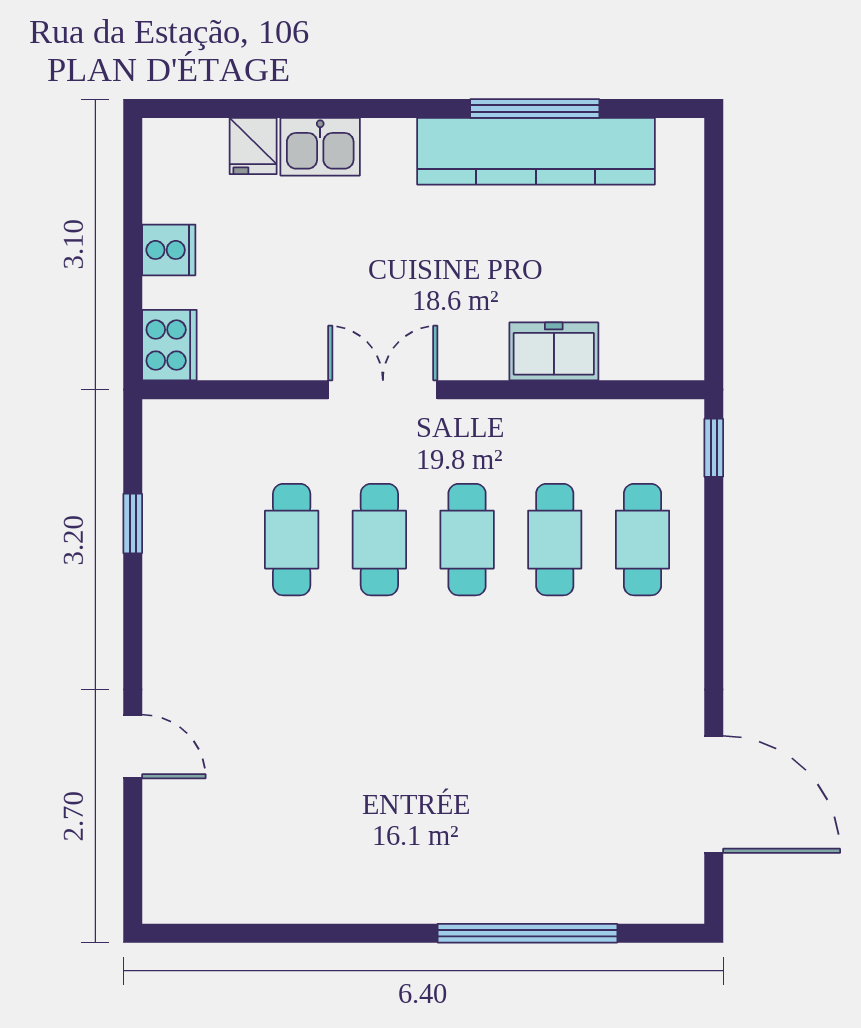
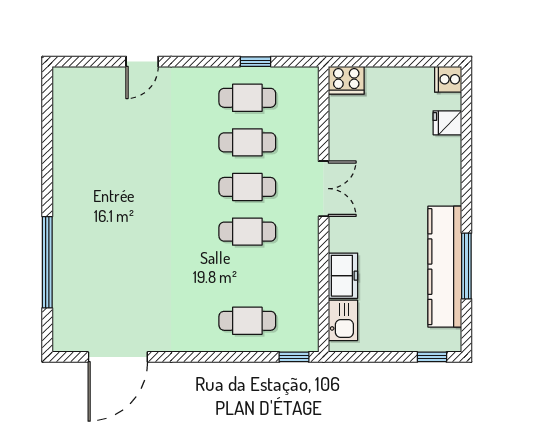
kitchen sink: (320, 147) -> (343, 320), moved, turned 180
window: (714, 176) -> (432, 357), added
cooker: (169, 250) -> (448, 79), moved, turned 90
cafe table: (555, 540) -> (247, 98), moved

